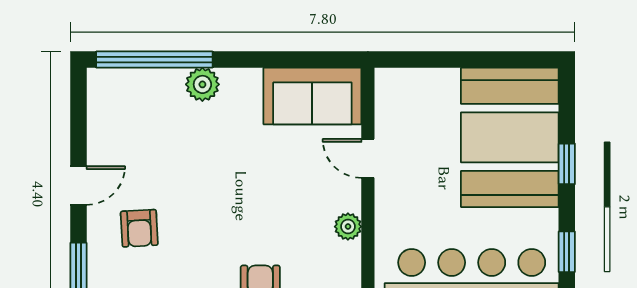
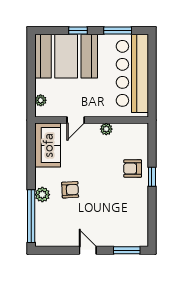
plant: (412, 81) -> (41, 100), added
armchair: (139, 228) -> (70, 190), moved
window: (567, 252) -> (118, 31), width x1.50

